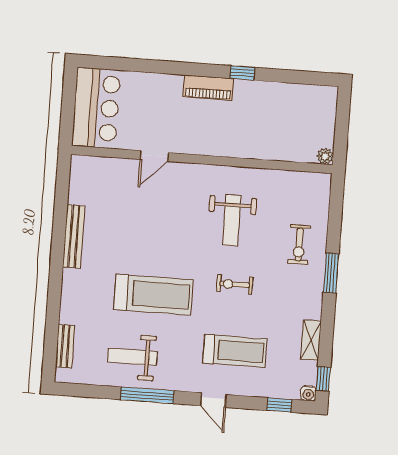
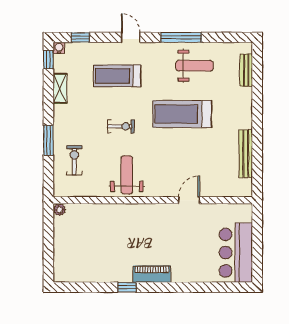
door: (154, 156) -> (189, 200), moved
plant: (325, 156) -> (59, 210), moved
wall: (202, 160) -> (153, 200), moved

